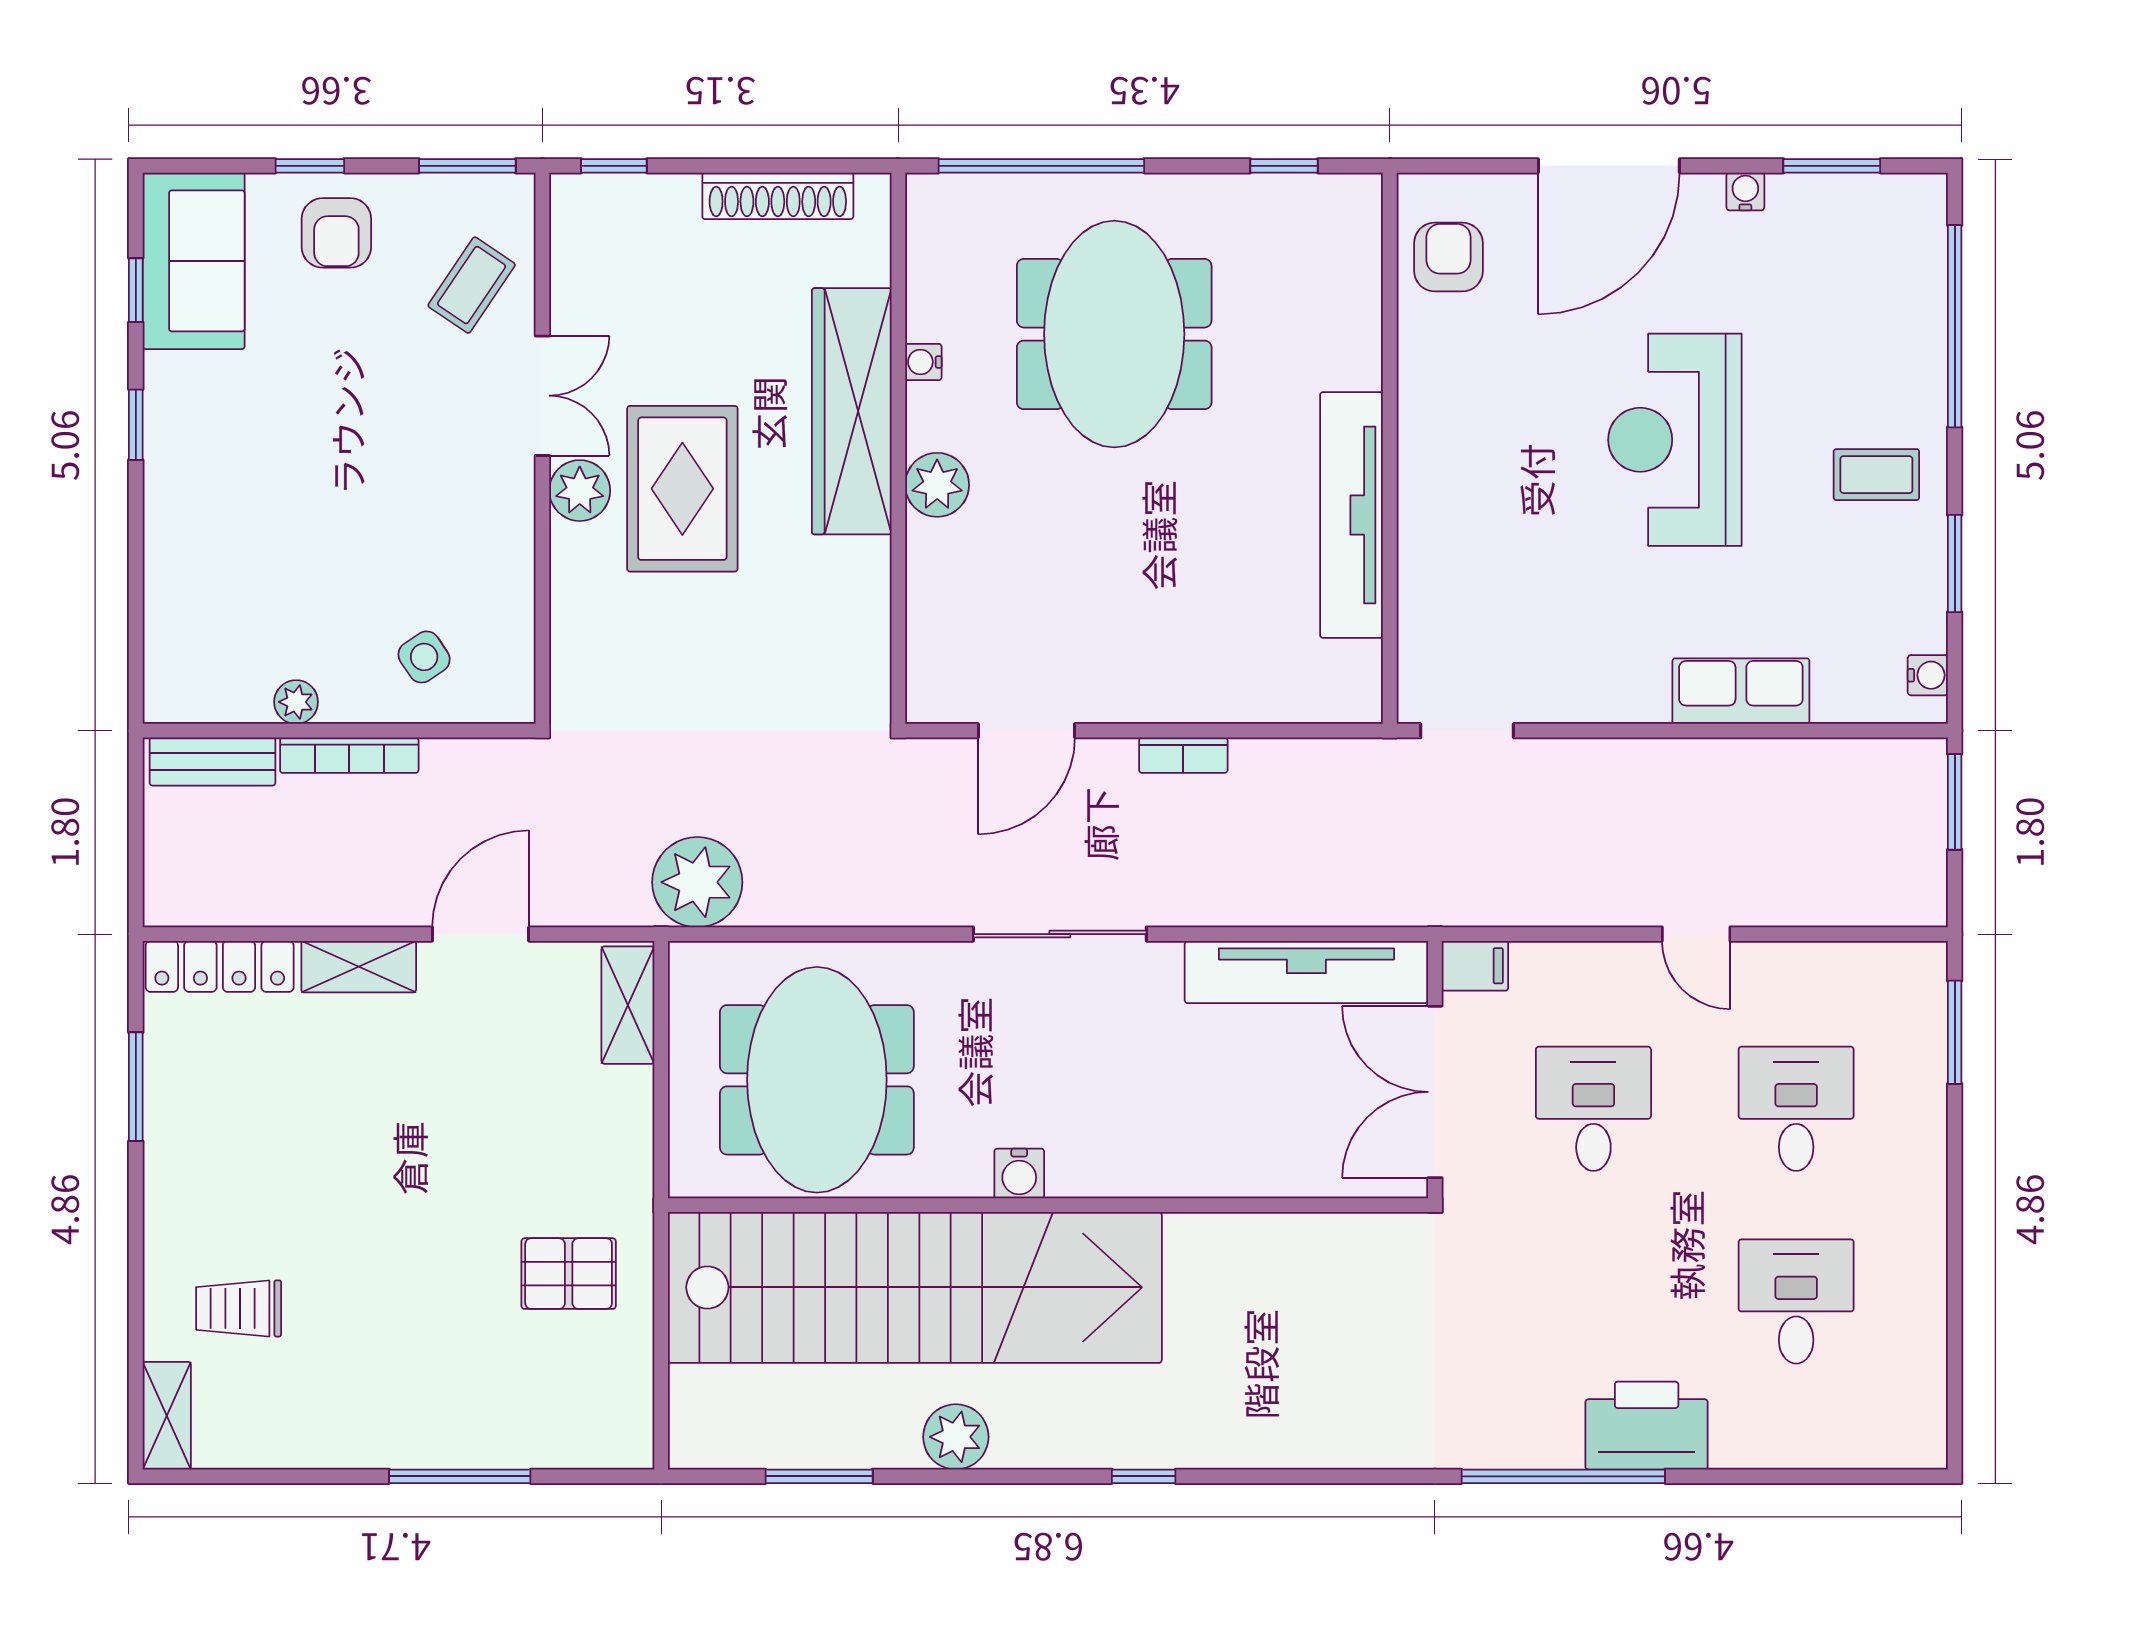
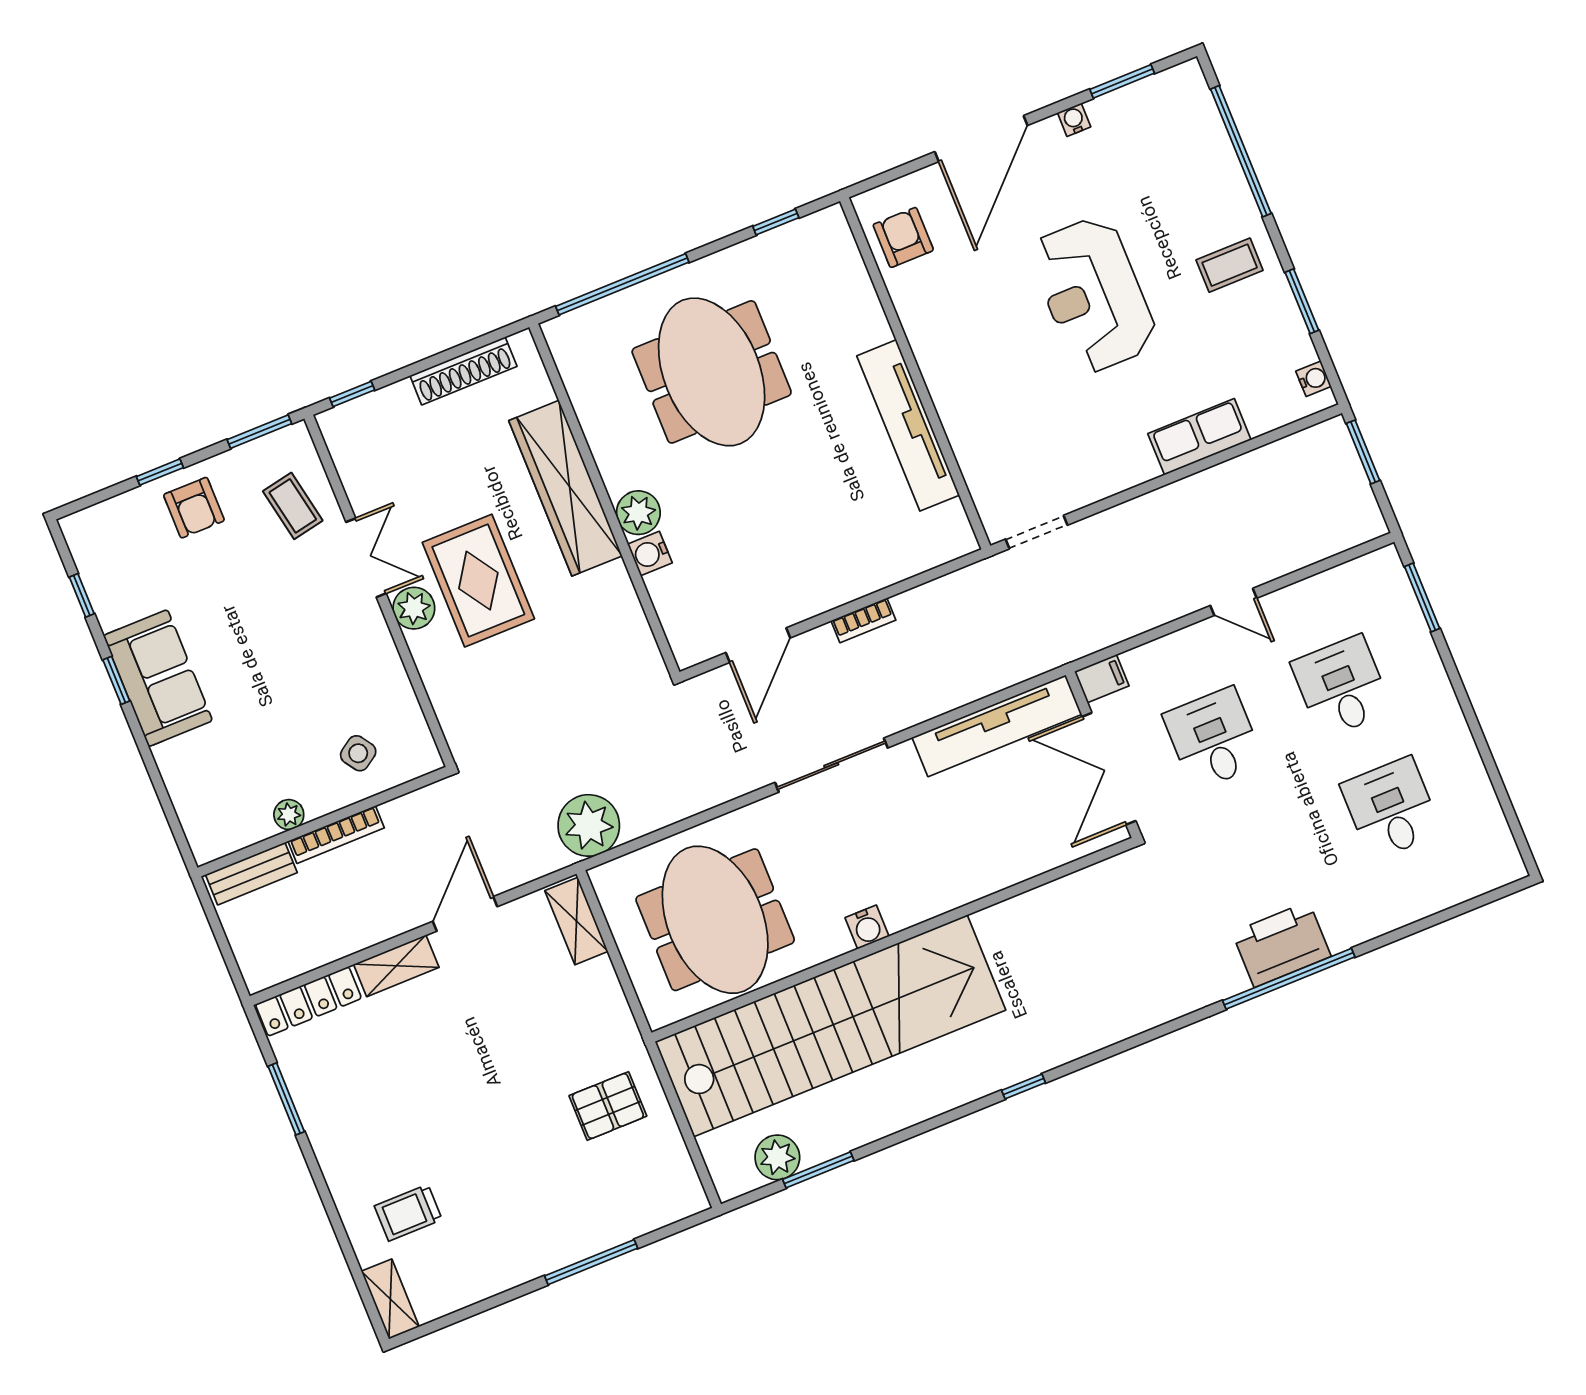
sofa: (194, 261) -> (158, 678), moved
coffee table: (472, 285) -> (293, 506), turned -45
water cooler: (923, 362) -> (650, 553), moved, width x1.38, depth x1.38
printer: (1647, 1426) -> (1281, 944), moved
plant: (956, 1437) -> (777, 1157), moved

